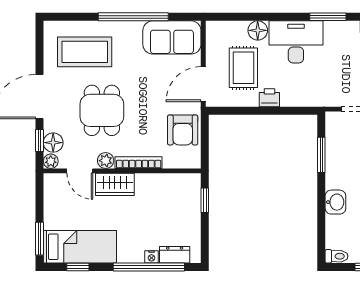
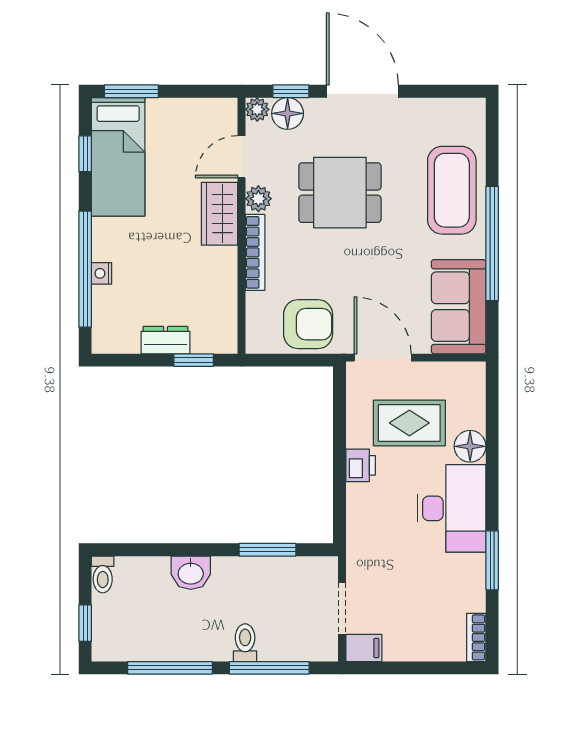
coffee table: (85, 52) -> (452, 190), moved
armchair: (183, 130) -> (308, 324), turned 180
dresser: (175, 255) -> (166, 340), moved, turned -90

